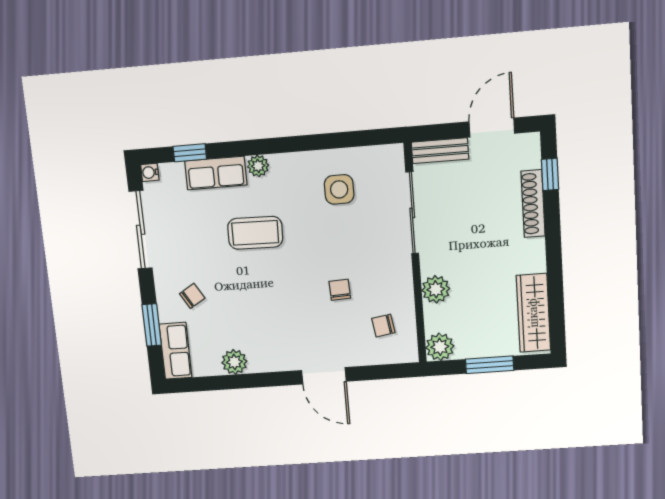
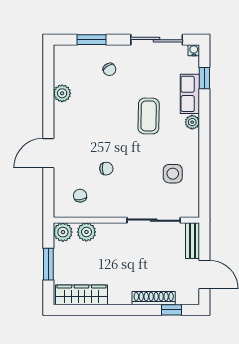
plant: (436, 289) -> (86, 232), moved
row of seats: (175, 351) -> (73, 54), removed

